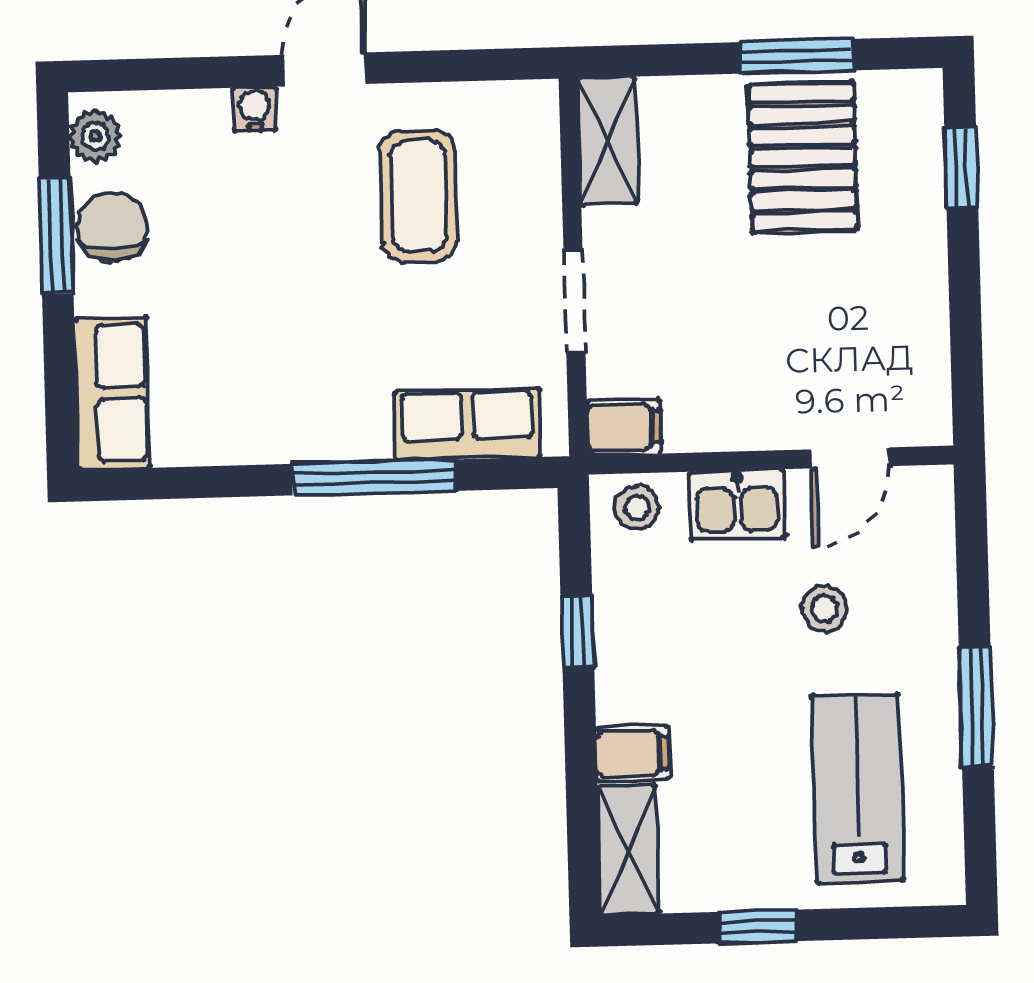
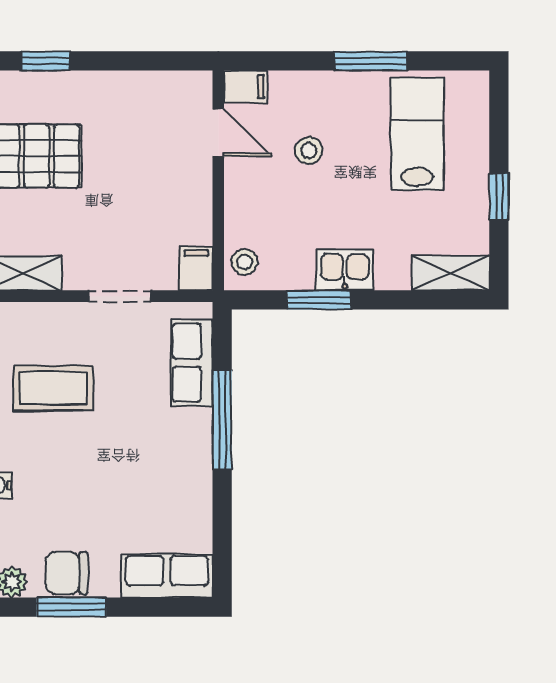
kitchen sink: (737, 505) -> (345, 270), moved, turned -90
window: (577, 633) -> (319, 300), width x1.50
filing cabinet: (633, 753) -> (246, 87), moved, turned 90
lab bench: (857, 788) -> (417, 134), turned 90

